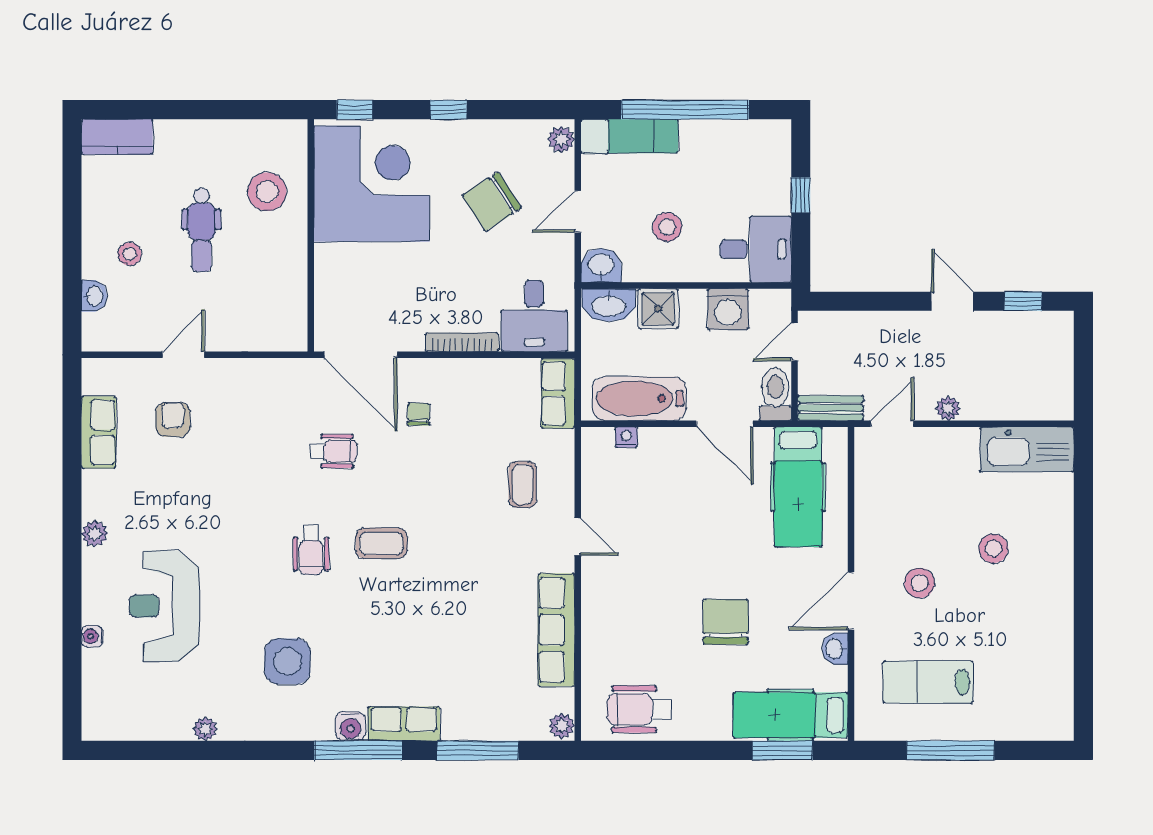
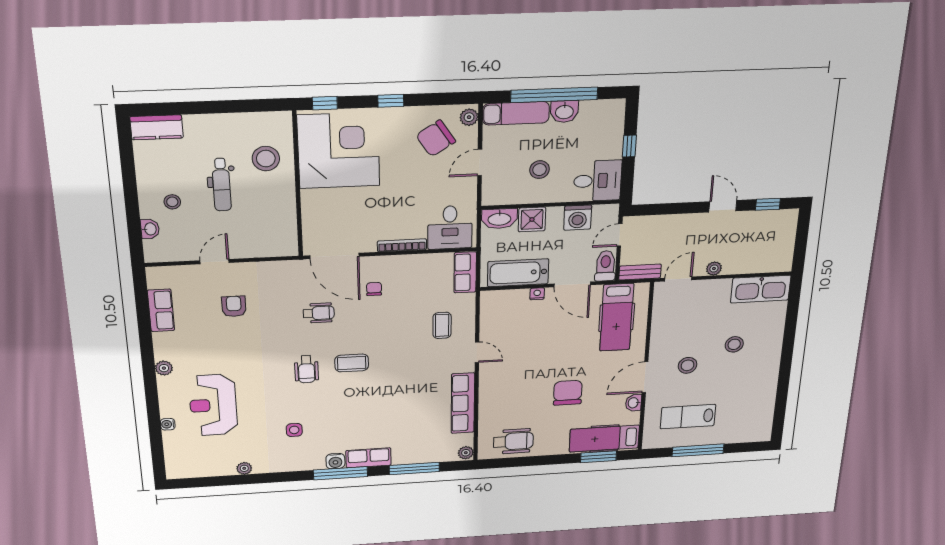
chair: (492, 201) -> (436, 138), moved
washbasin: (601, 265) -> (564, 111), moved, turned 180
armchair: (173, 420) -> (234, 306), moved
nightstand: (626, 437) -> (537, 294), moved
side table: (287, 661) -> (294, 430), width x0.54, depth x0.54
wheelchair: (639, 709) -> (513, 441), turned 180

